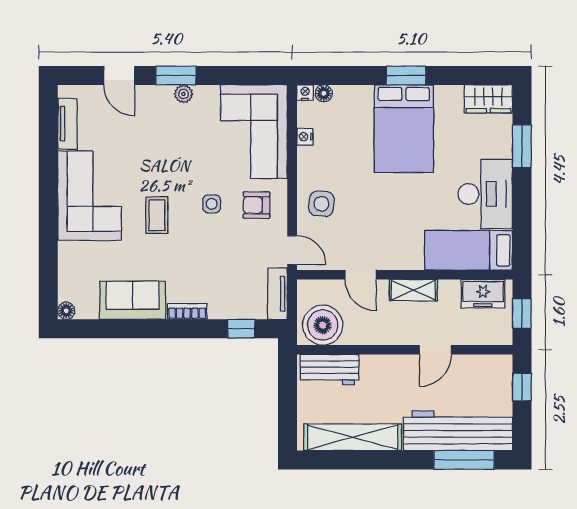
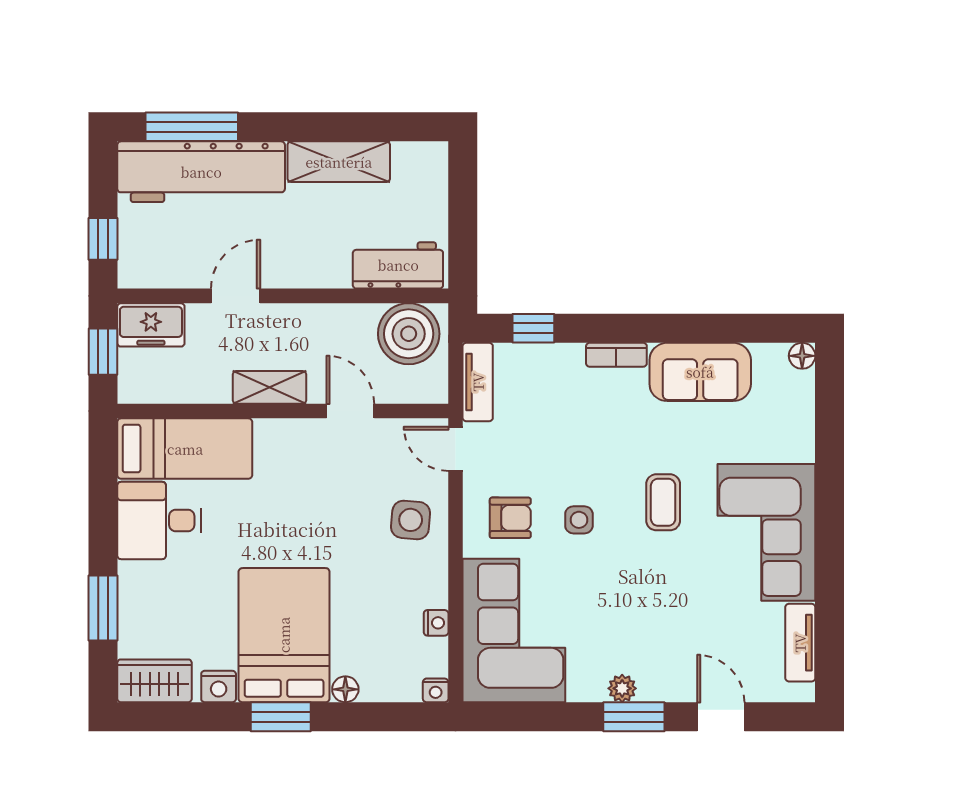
floor lamp: (324, 93) -> (345, 689), moved
nightstand: (447, 95) -> (219, 686), added
desk: (485, 194) -> (159, 520), width x0.73
freezer: (483, 294) -> (151, 325), moved, turned 180
shelving: (353, 437) -> (339, 162), width x0.68

